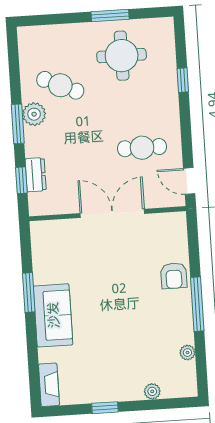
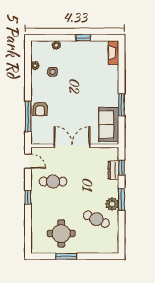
window: (183, 80) -> (28, 197), moved
double door: (112, 213) -> (72, 146), swing flipped
armchair: (174, 276) -> (40, 109), turned 180
window: (197, 304) -> (28, 116), moved
sofa: (53, 315) -> (109, 124), moved
side table: (156, 343) -> (53, 72), added

